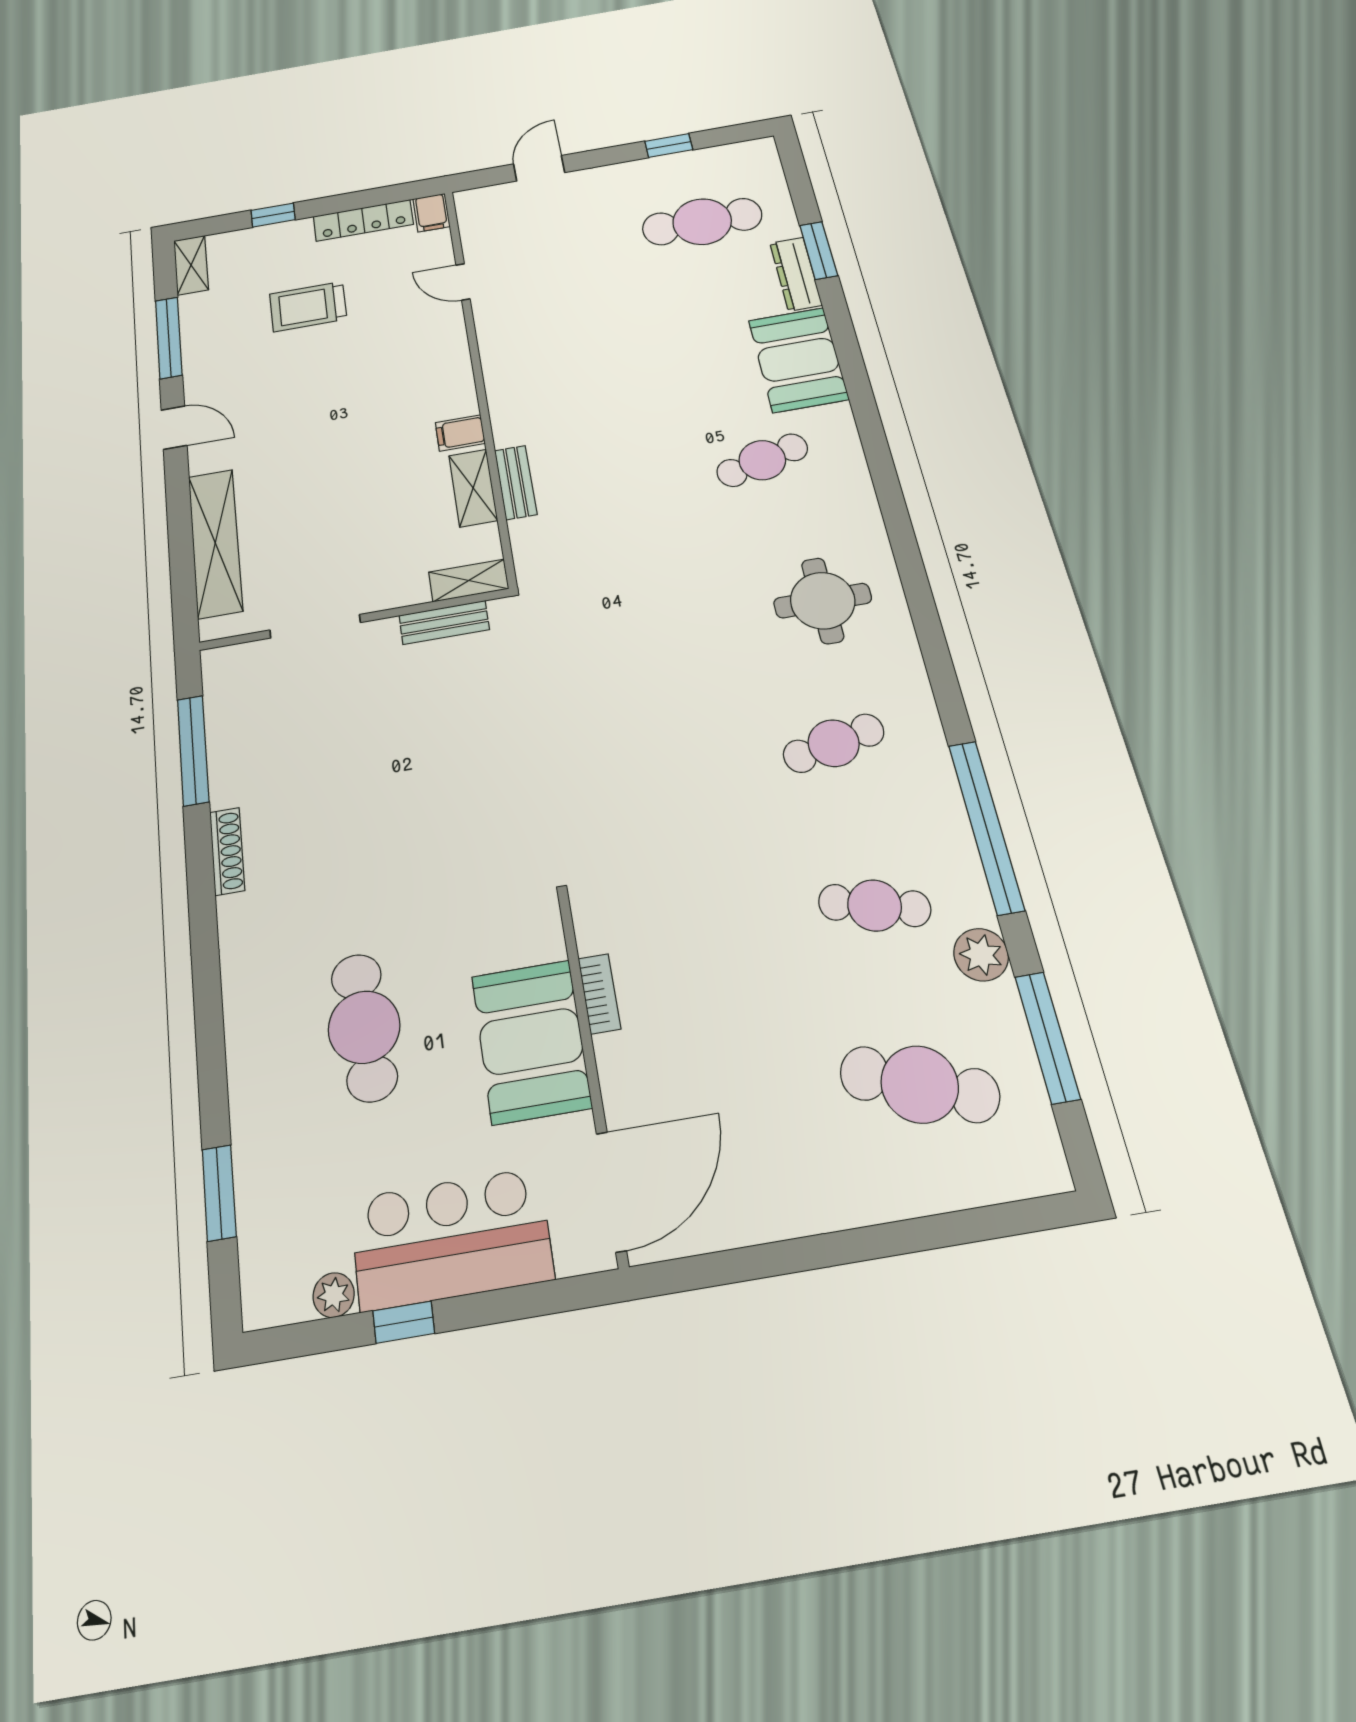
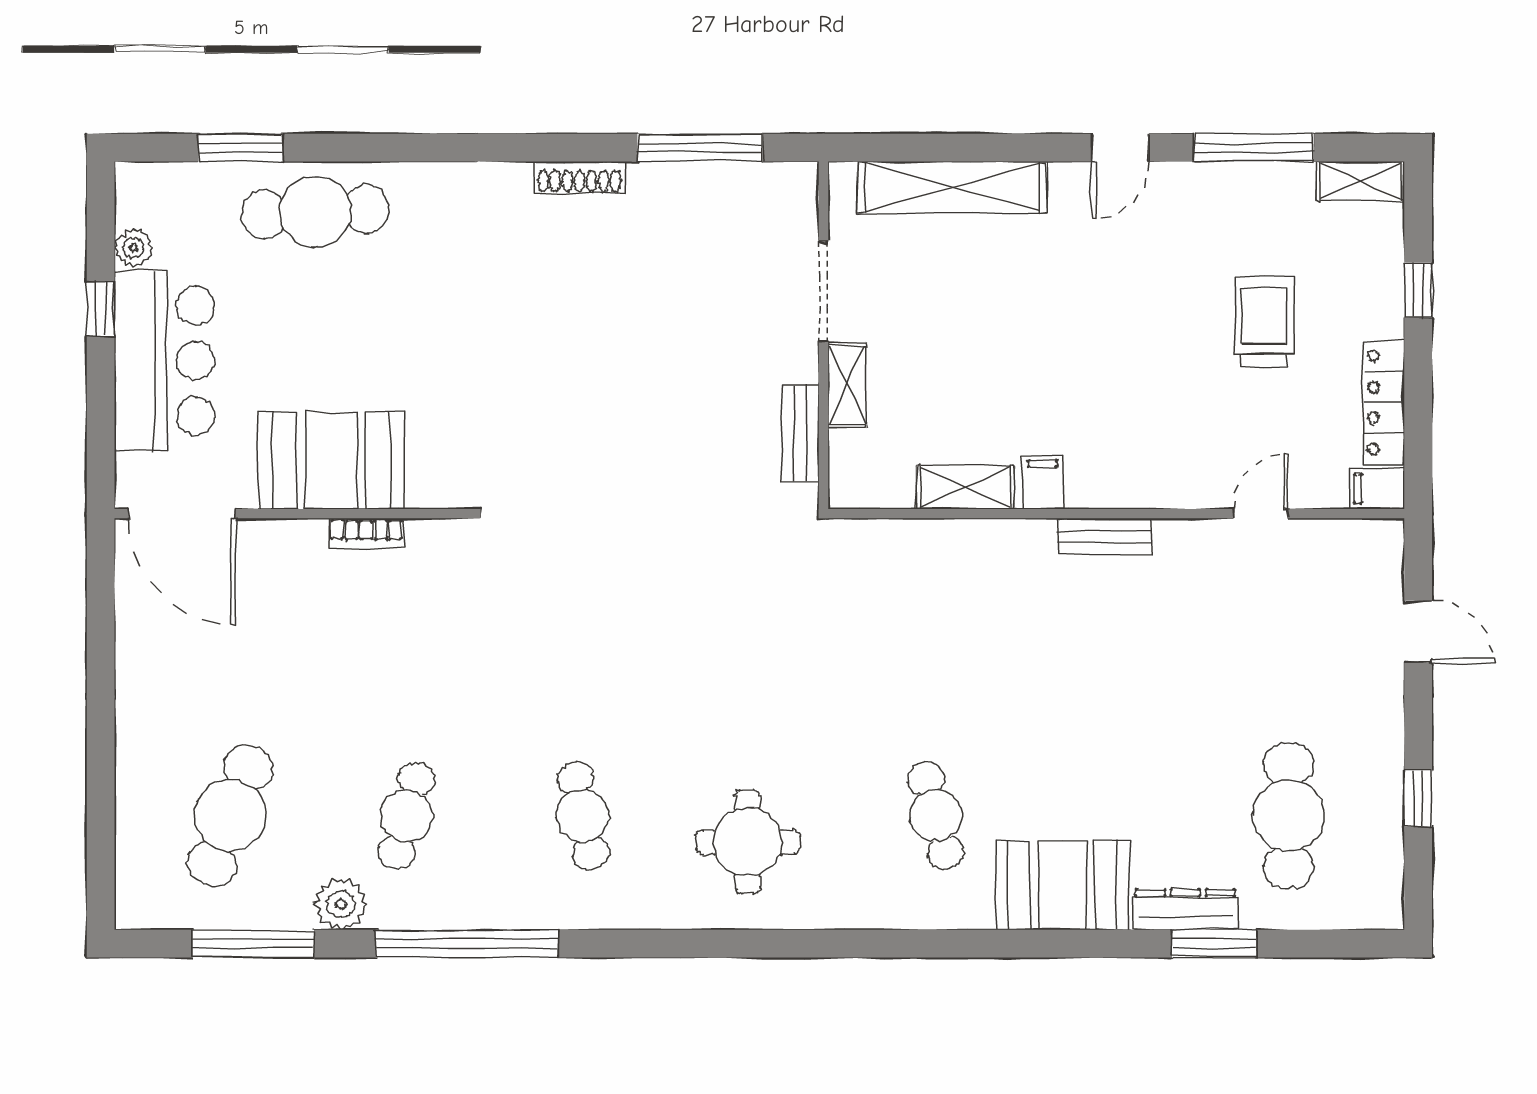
bench: (516, 482) -> (1105, 536), moved
shelving: (469, 580) -> (847, 385), moved
cafe table: (364, 1027) -> (315, 212), moved

